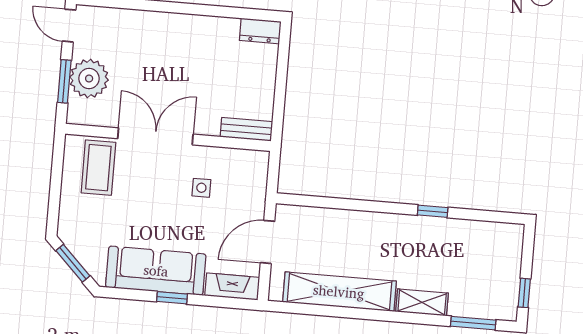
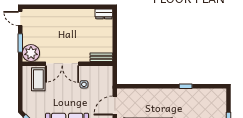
plant: (89, 79) -> (31, 53), moved
double door: (155, 136) -> (62, 64), swing flipped

